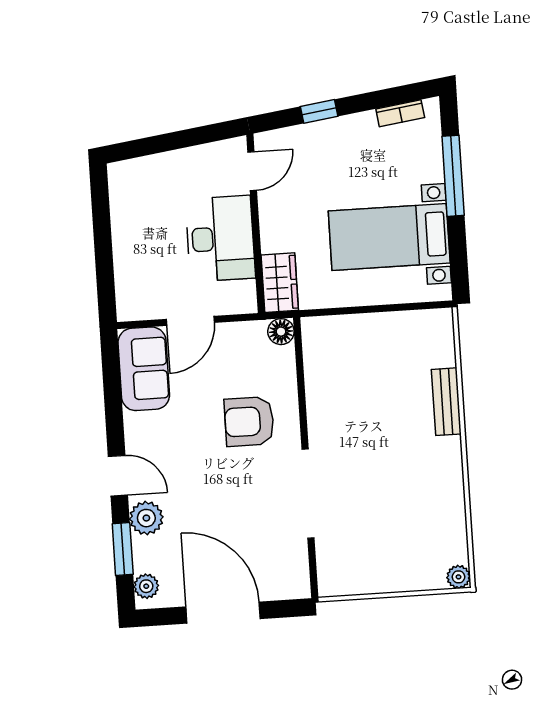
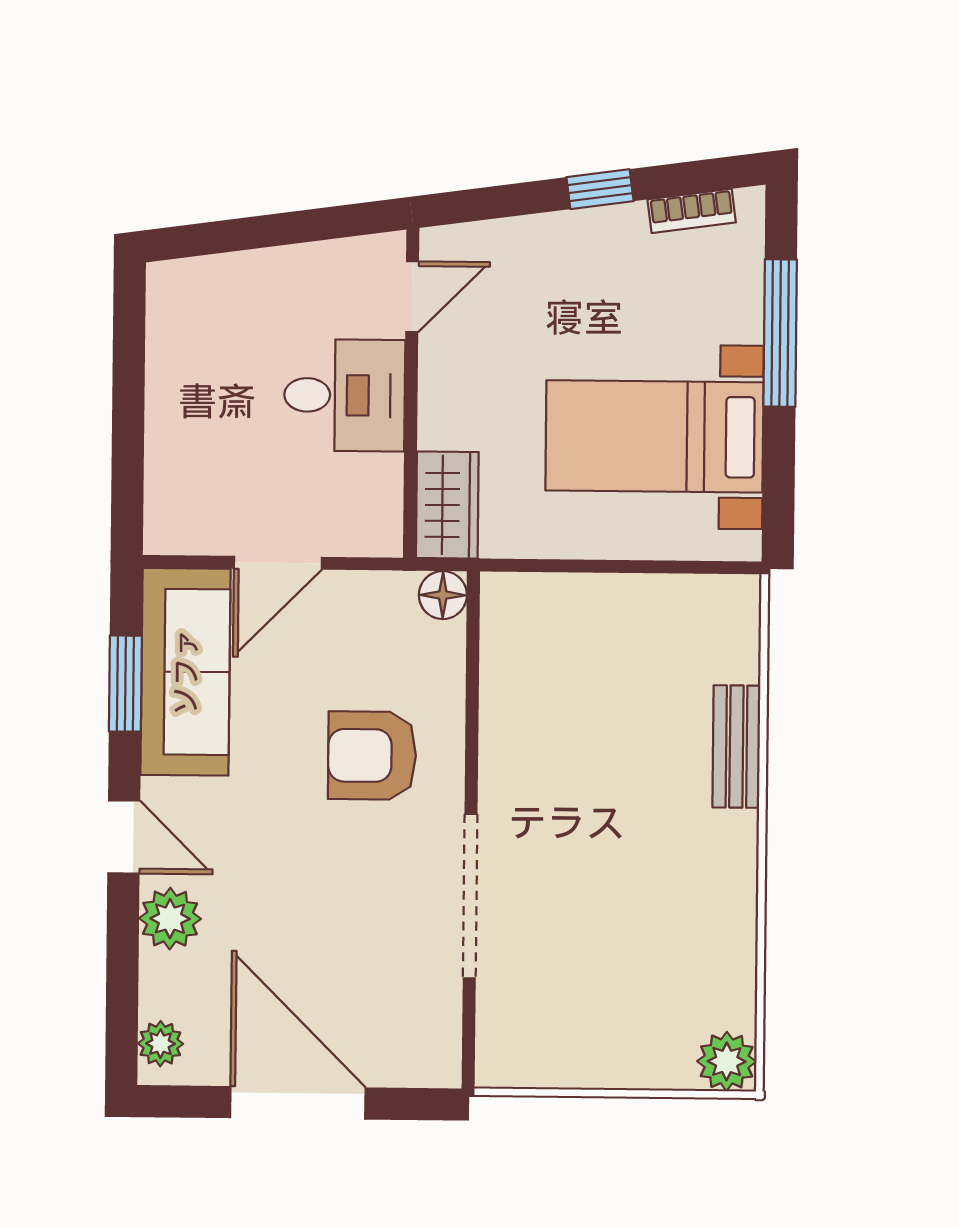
window: (319, 111) -> (600, 189), moved
desk: (220, 239) -> (344, 395), width x0.73
sofa: (144, 369) -> (186, 672), width x1.36
window: (123, 549) -> (125, 684), moved
plant: (458, 577) -> (727, 1061), width x1.38, depth x1.38

